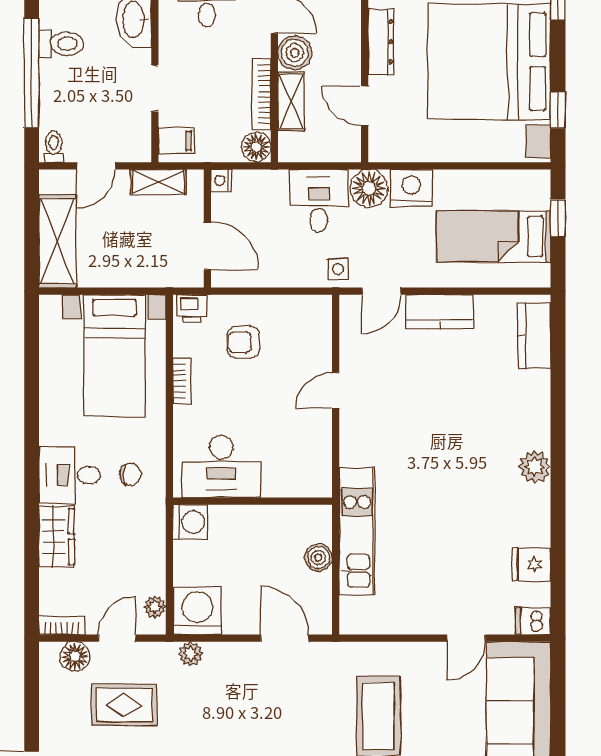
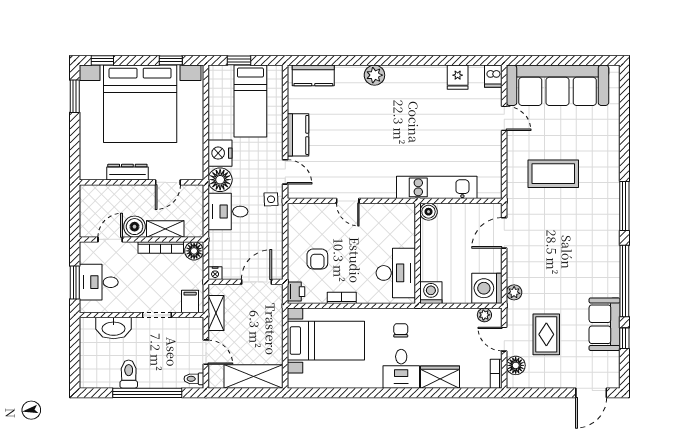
plant: (535, 467) -> (374, 75), moved
boiler: (318, 558) -> (428, 212), moved

